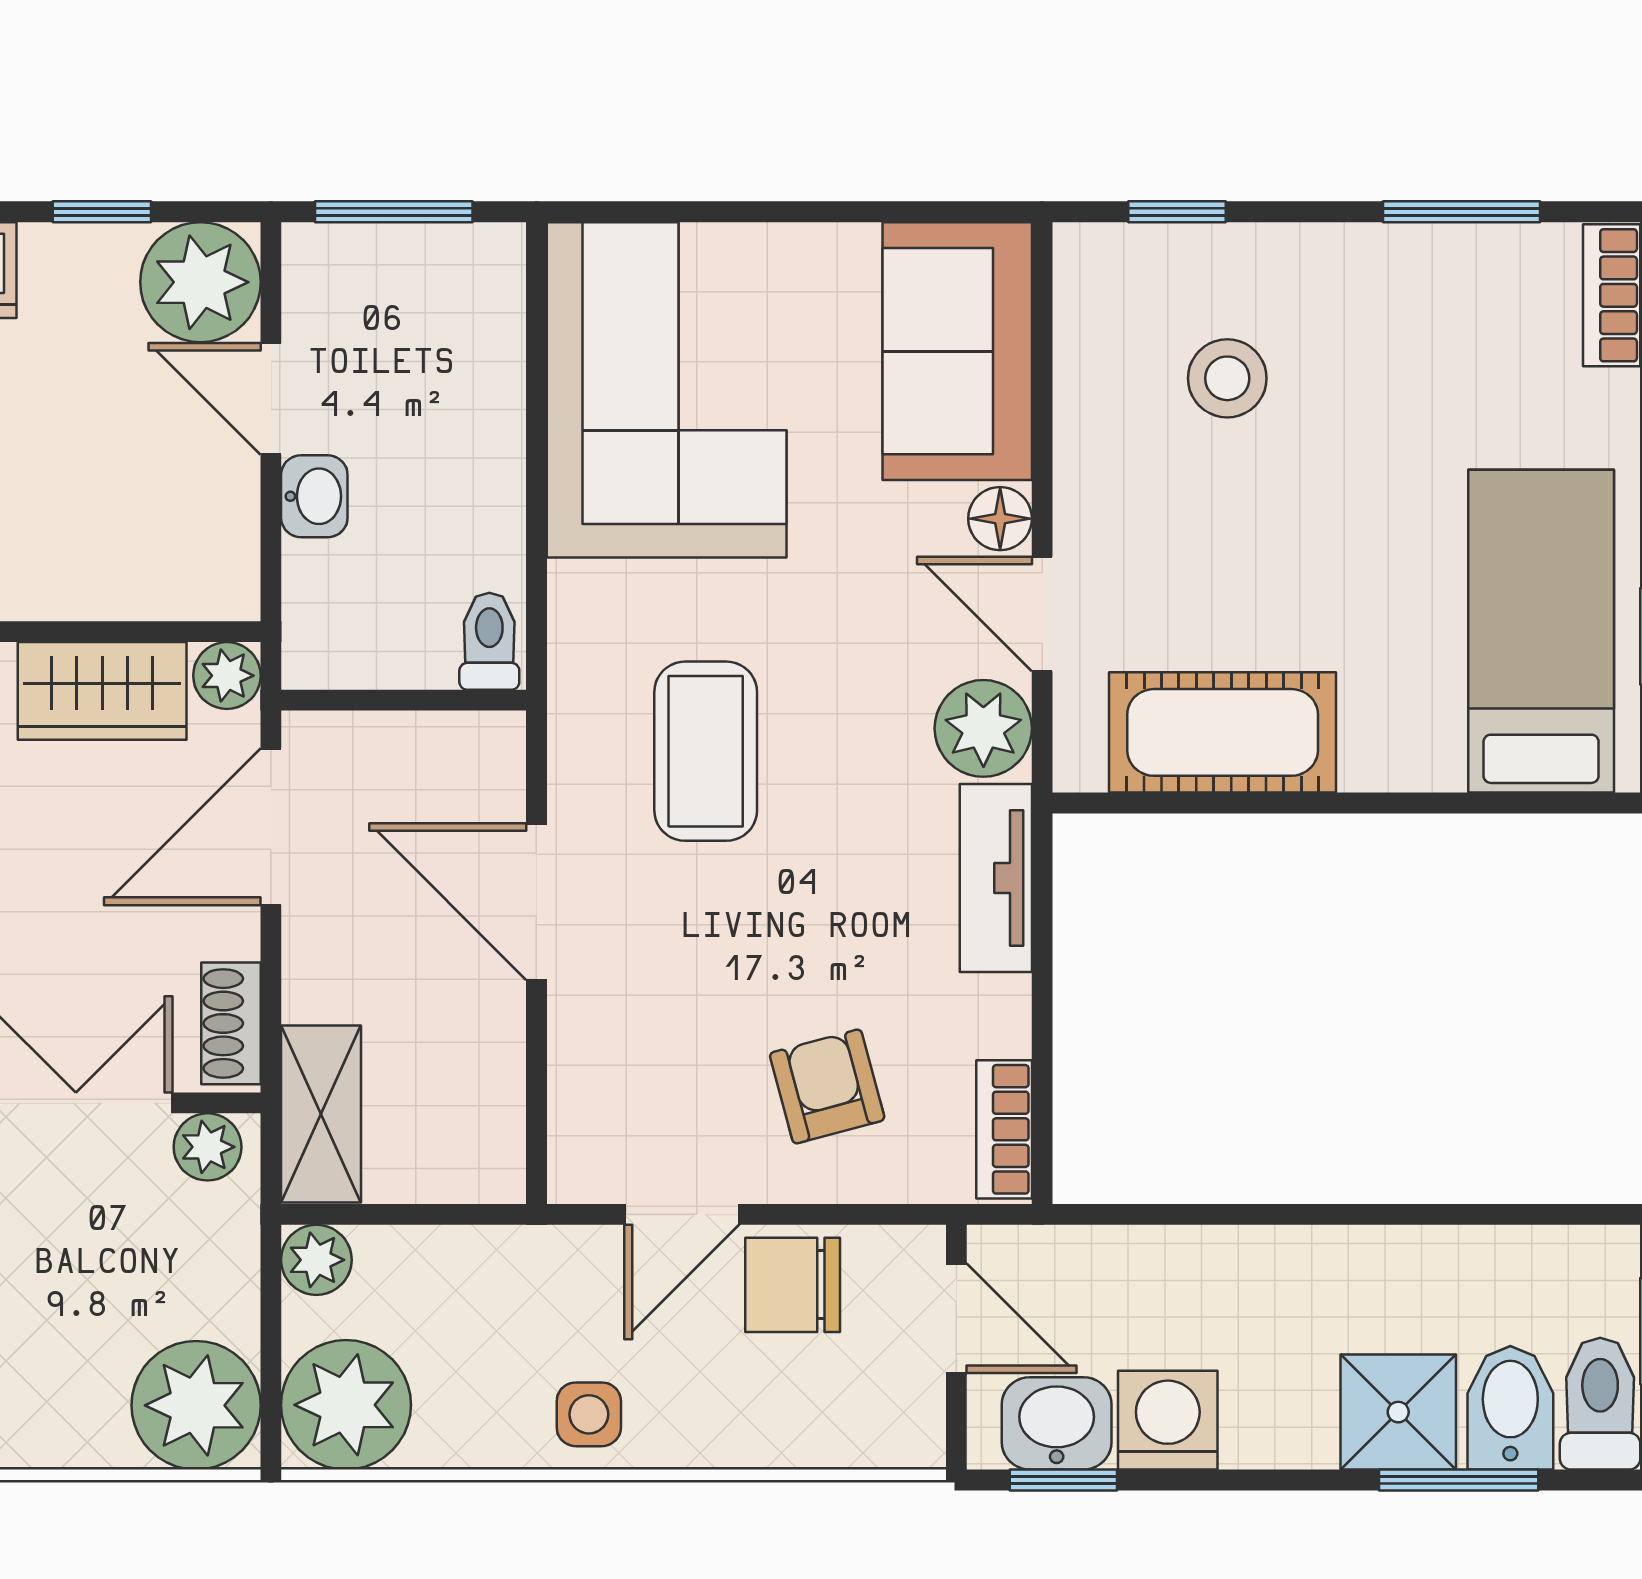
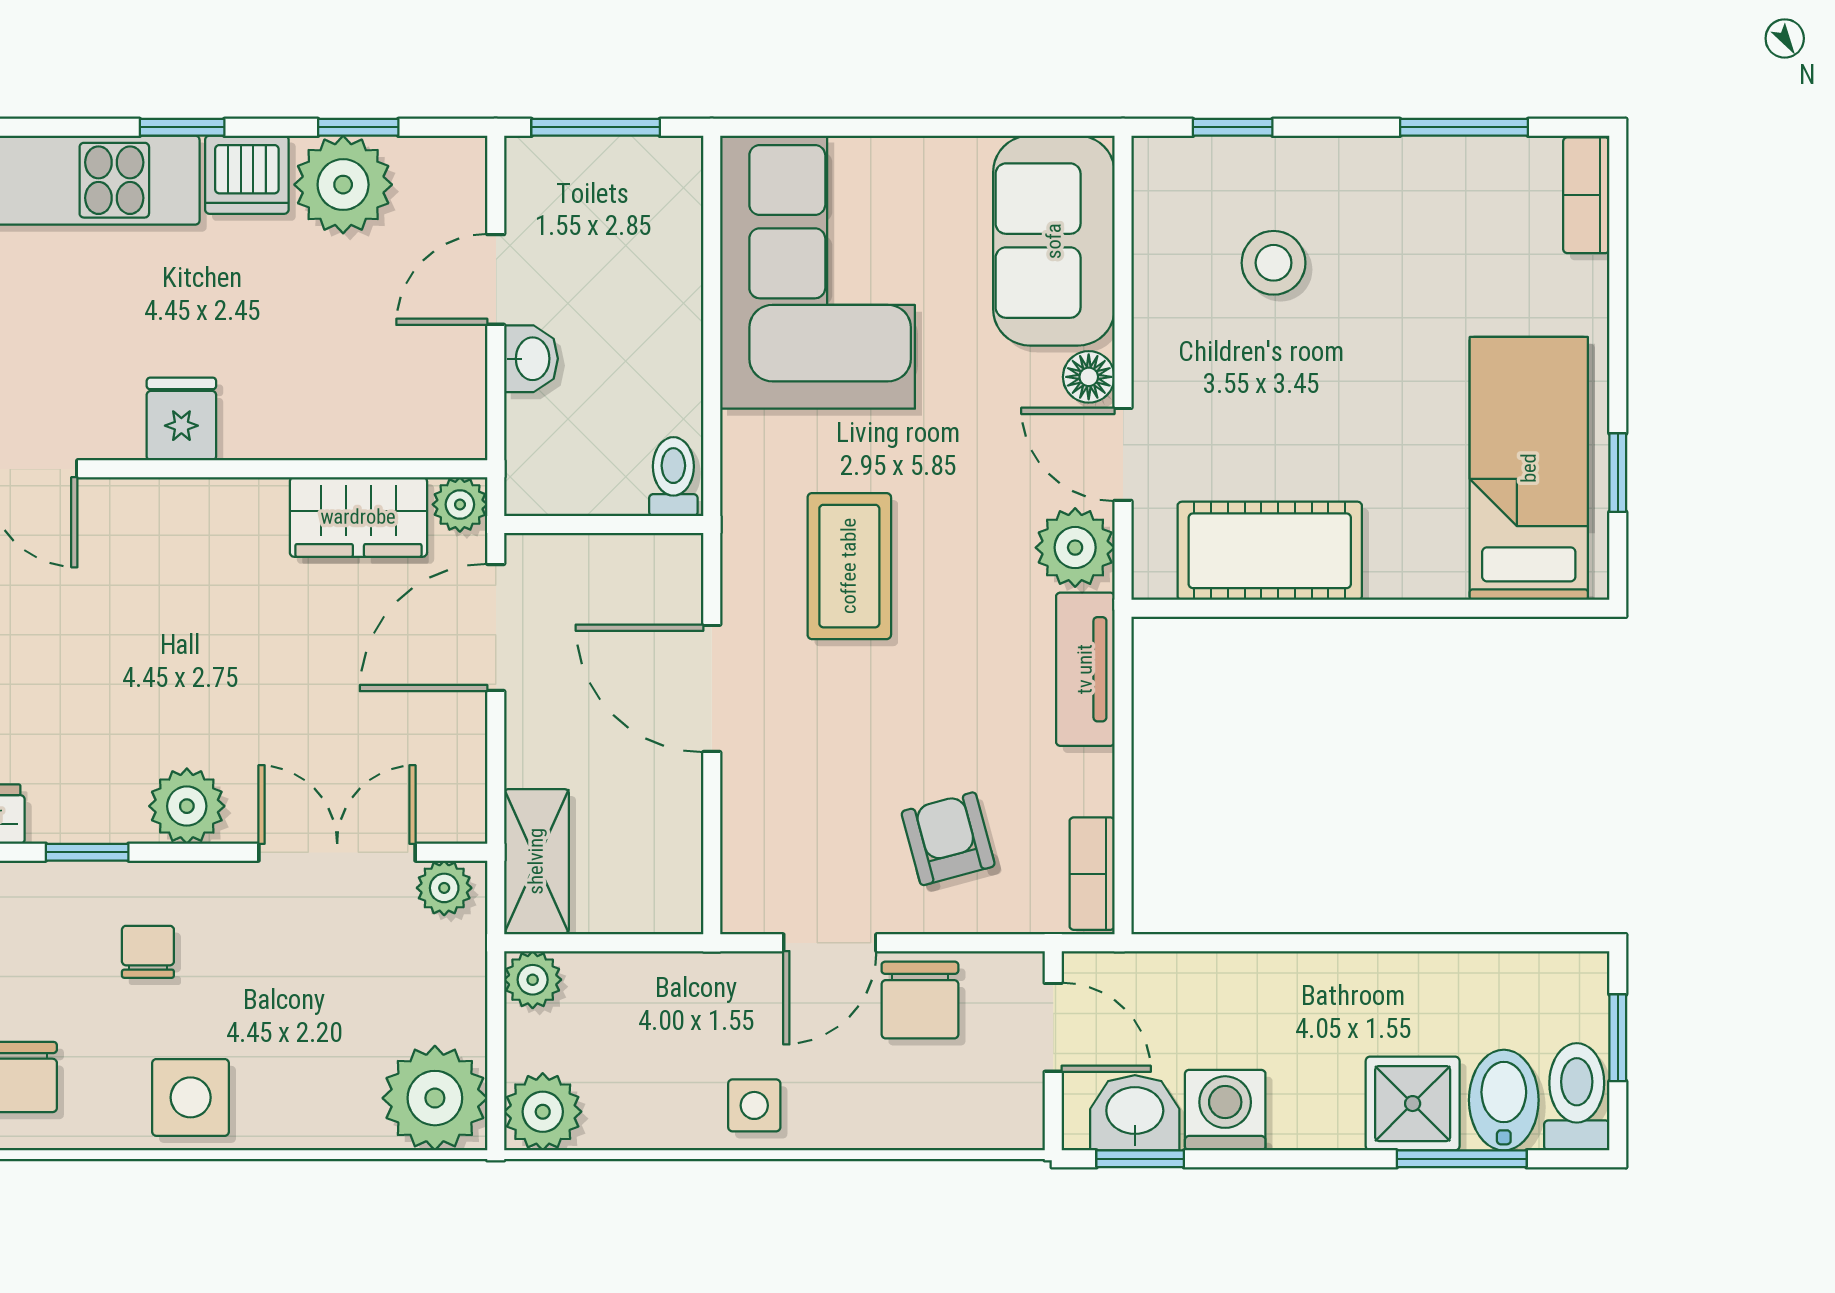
plant: (200, 282) -> (343, 185), moved
door: (271, 399) -> (496, 279), hinge flipped
shoe rack: (231, 1023) -> (463, 787), removed
chair: (793, 1285) -> (920, 1000), turned -90
plant: (346, 1405) -> (543, 1112), width x0.73, depth x0.73

